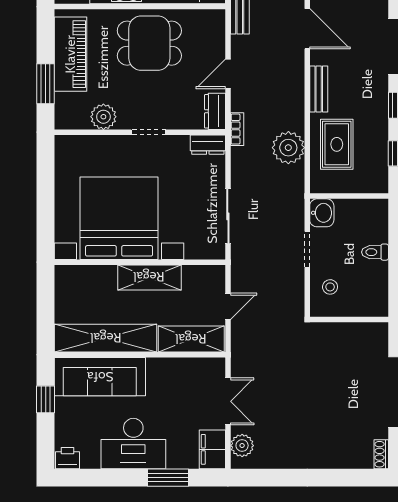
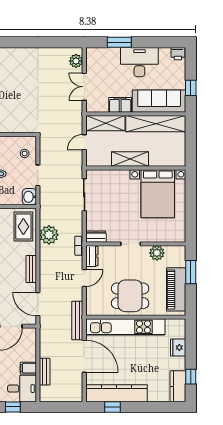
rug: (337, 144) -> (23, 227), moved
bed with nightstands: (119, 218) -> (158, 194), width x0.73
filing cabinet: (212, 449) -> (120, 105), moved, turned -90

